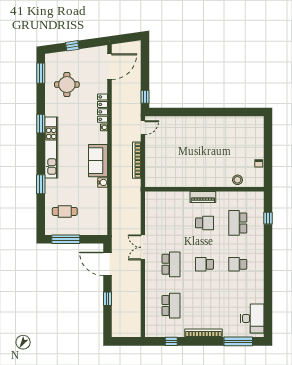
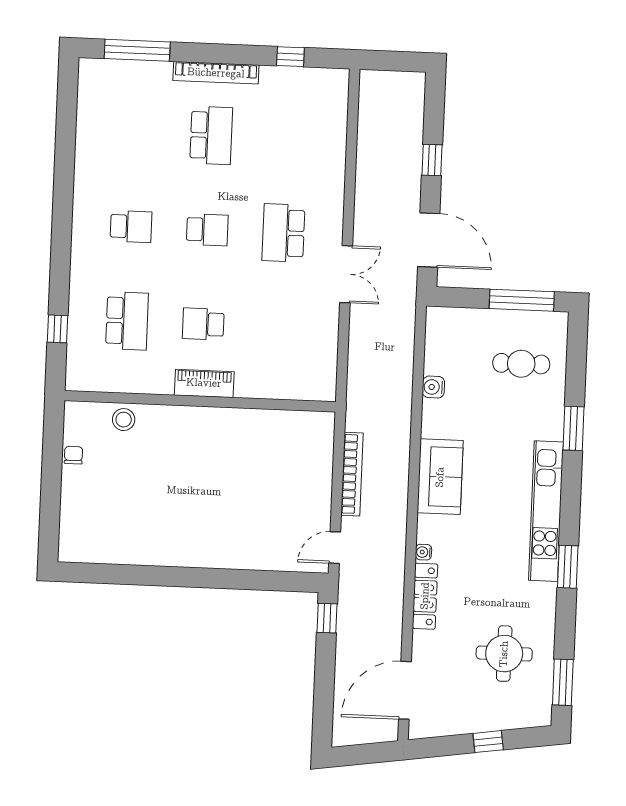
water cooler: (103, 182) -> (433, 387), moved
school desk: (171, 306) -> (211, 135), moved, turned 180
desk: (252, 318) -> (103, 101), removed

